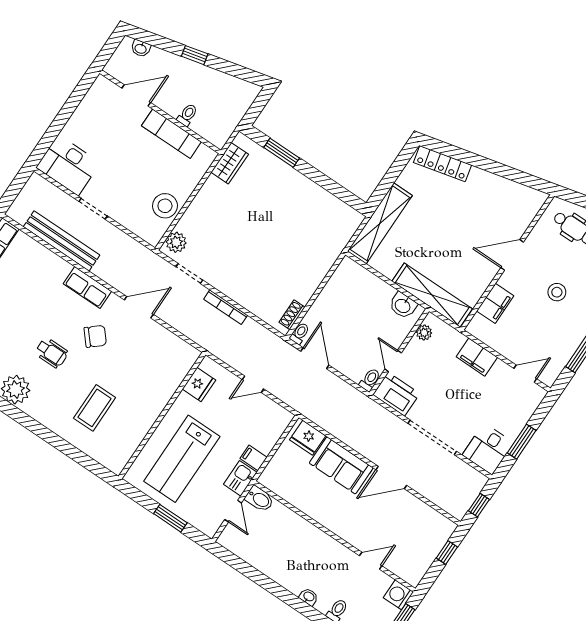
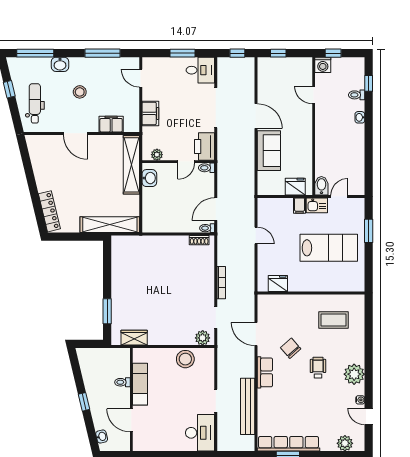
fridge: (199, 385) -> (278, 283), moved
wall: (162, 416) -> (311, 293), moved
fridge: (308, 438) -> (295, 187), moved, turned -90

